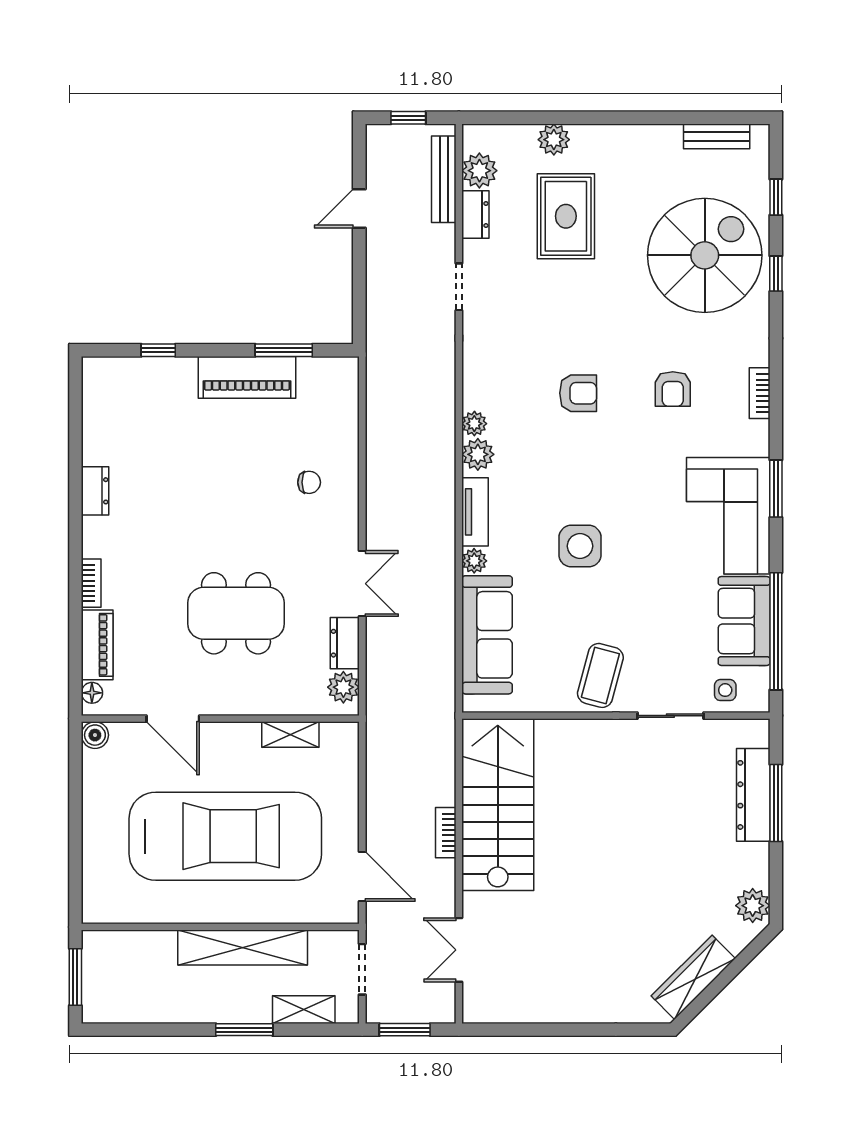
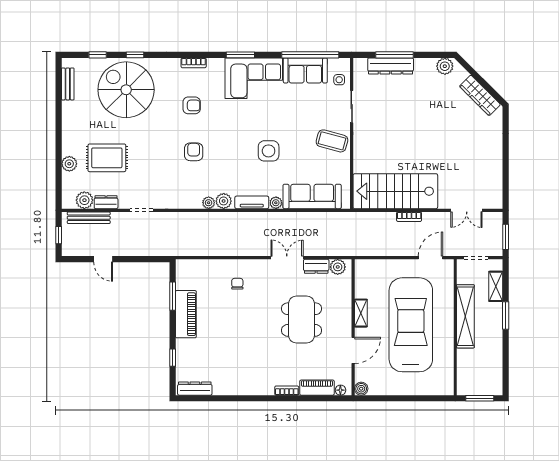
dresser: (95, 491) -> (195, 389), moved, width x1.44
shelving: (290, 734) -> (361, 313), moved

